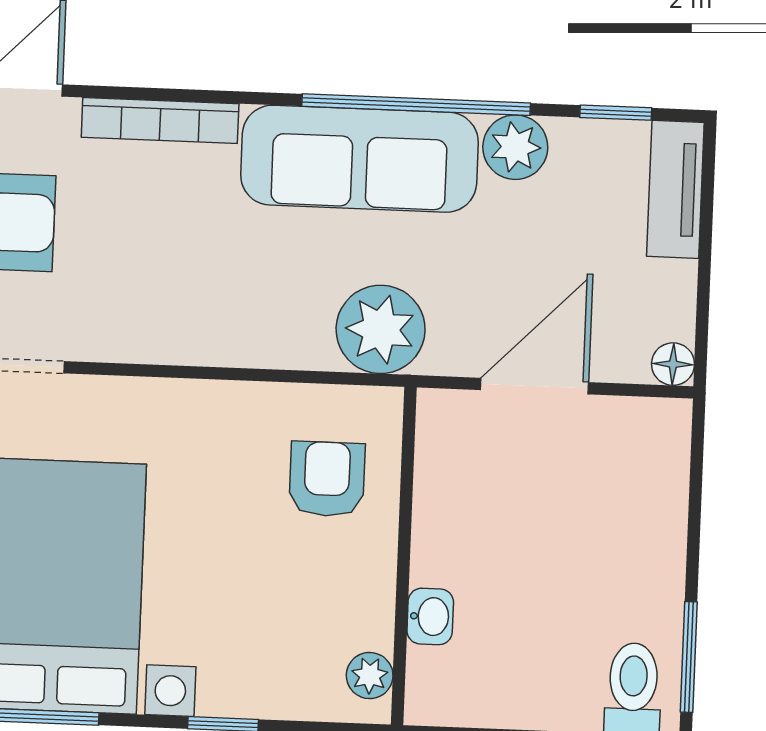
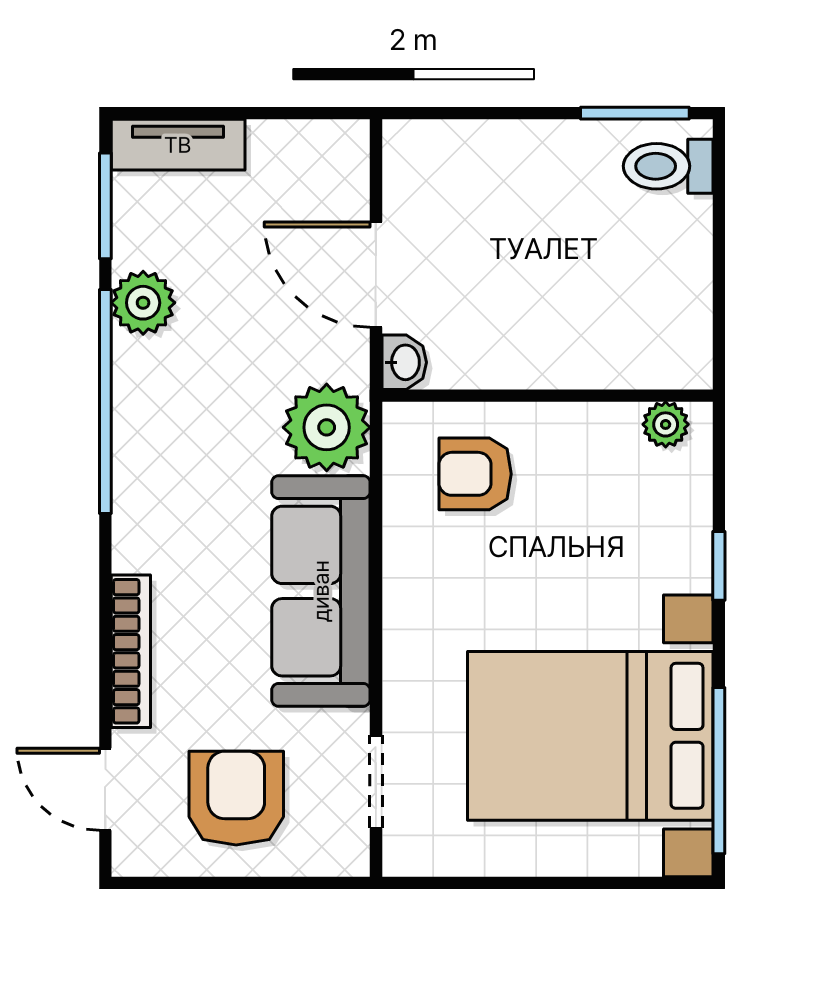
window: (616, 113) -> (105, 206), width x1.50
sofa: (360, 159) -> (321, 591), moved, turned 180
floor lamp: (673, 364) -> (349, 140), removed
washbasin: (430, 616) -> (404, 362), moved, turned 90

